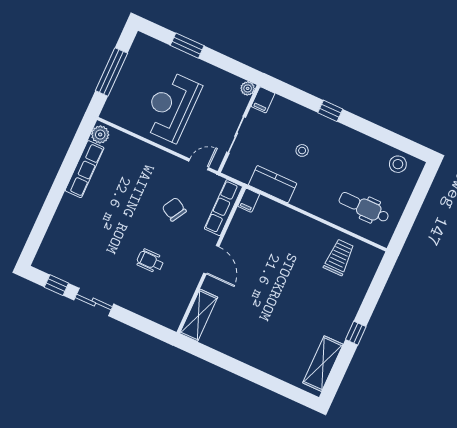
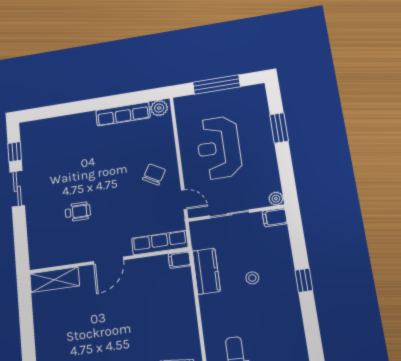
reception desk: (171, 107) -> (219, 148), turned -90
chair: (174, 209) -> (154, 174), moved
wheelchair: (150, 261) -> (78, 212), turned 90

